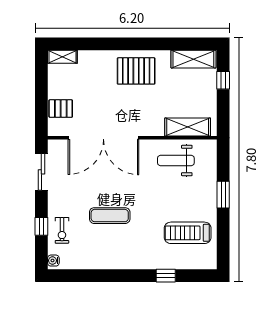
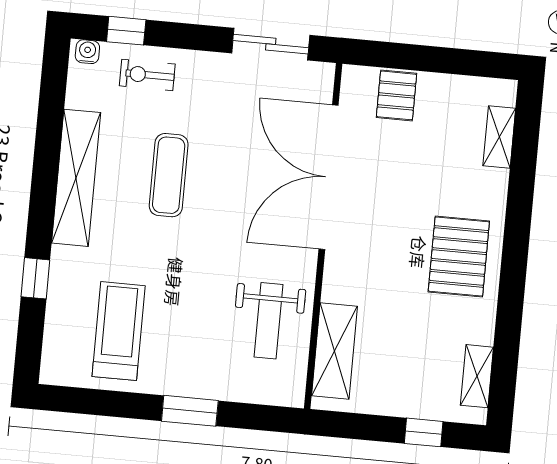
shelving: (62, 57) -> (499, 137), moved
shelving: (193, 59) -> (477, 376), width x0.67, depth x0.75
weight bench: (176, 160) -> (269, 321), turned 180
window: (41, 226) -> (126, 31), moved
shelving: (115, 260) -> (76, 178), added

